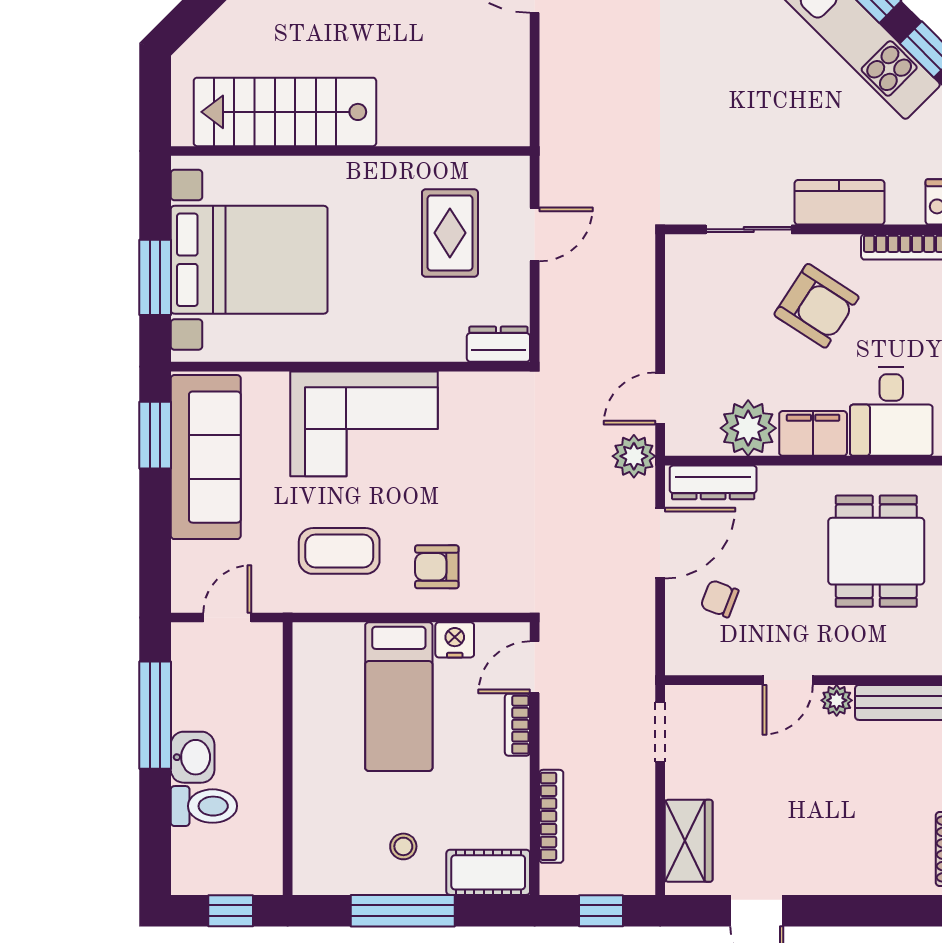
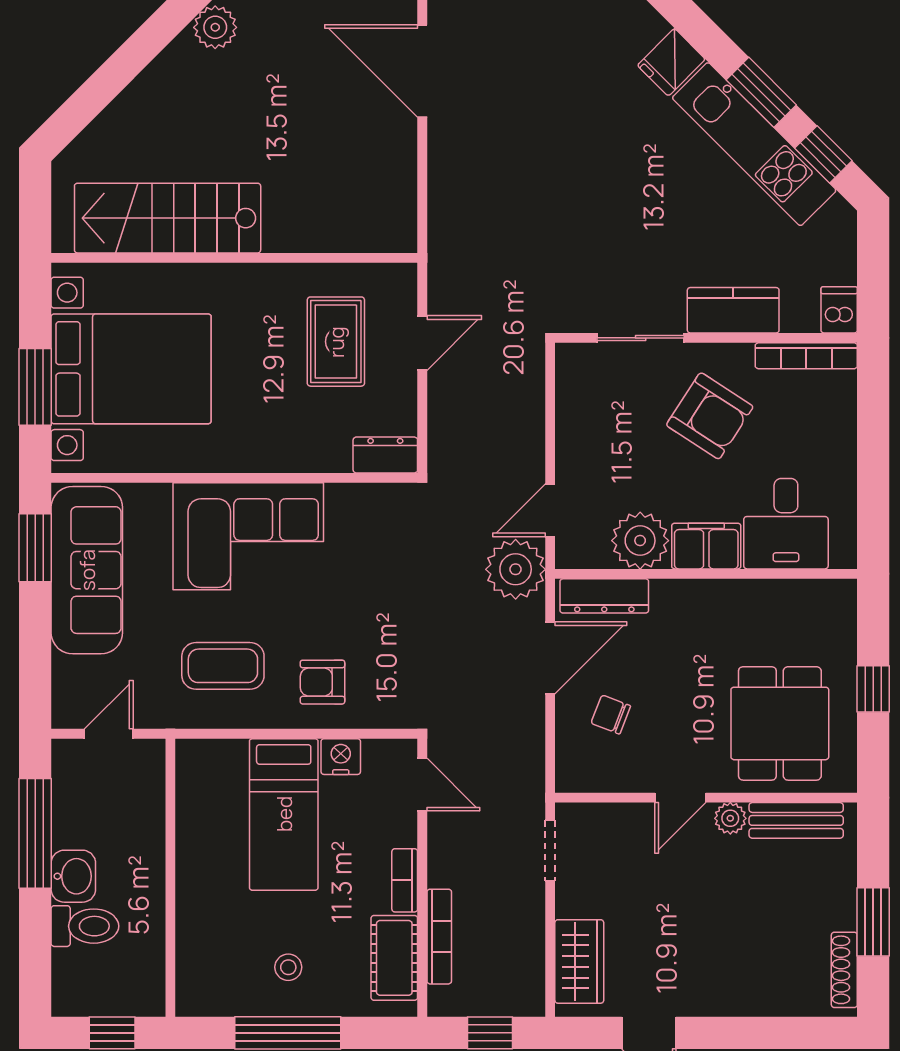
plant: (634, 456) -> (516, 569), width x1.36, depth x1.36
dining table: (876, 551) -> (780, 723), moved
door: (535, 667) -> (422, 785), swing flipped
bookcase: (517, 725) -> (405, 880), moved
cot: (488, 872) -> (394, 958), moved, turned 90

